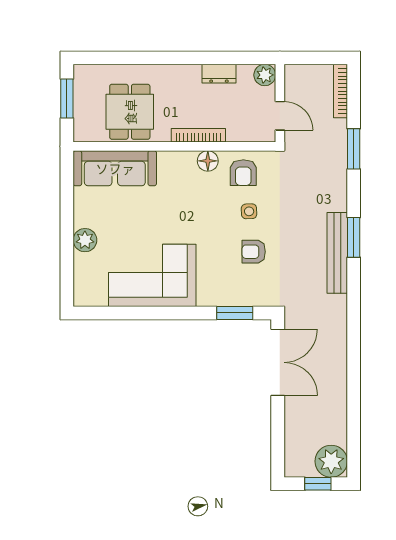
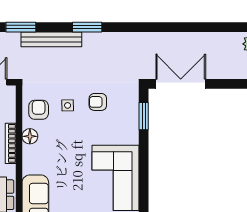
armchair: (243, 173) -> (39, 110), turned -90
armchair: (254, 252) -> (98, 102), turned 90
bench: (337, 253) -> (51, 39), moved

